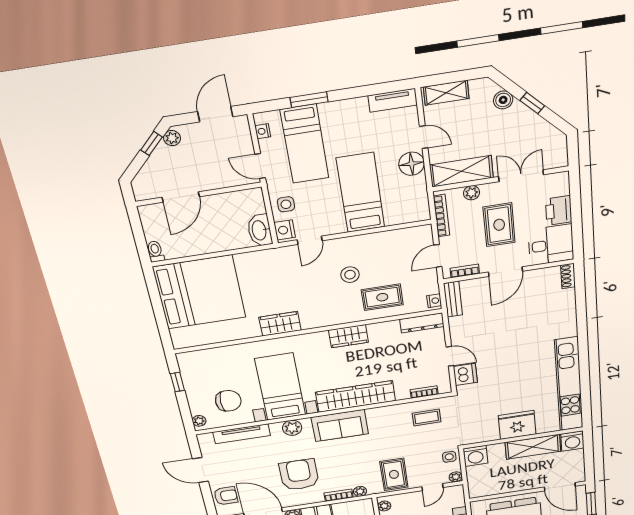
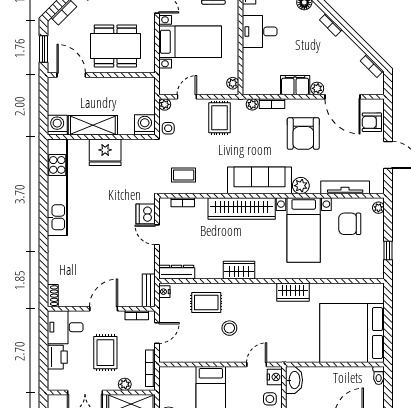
sofa: (340, 426) -> (260, 180), width x1.36

